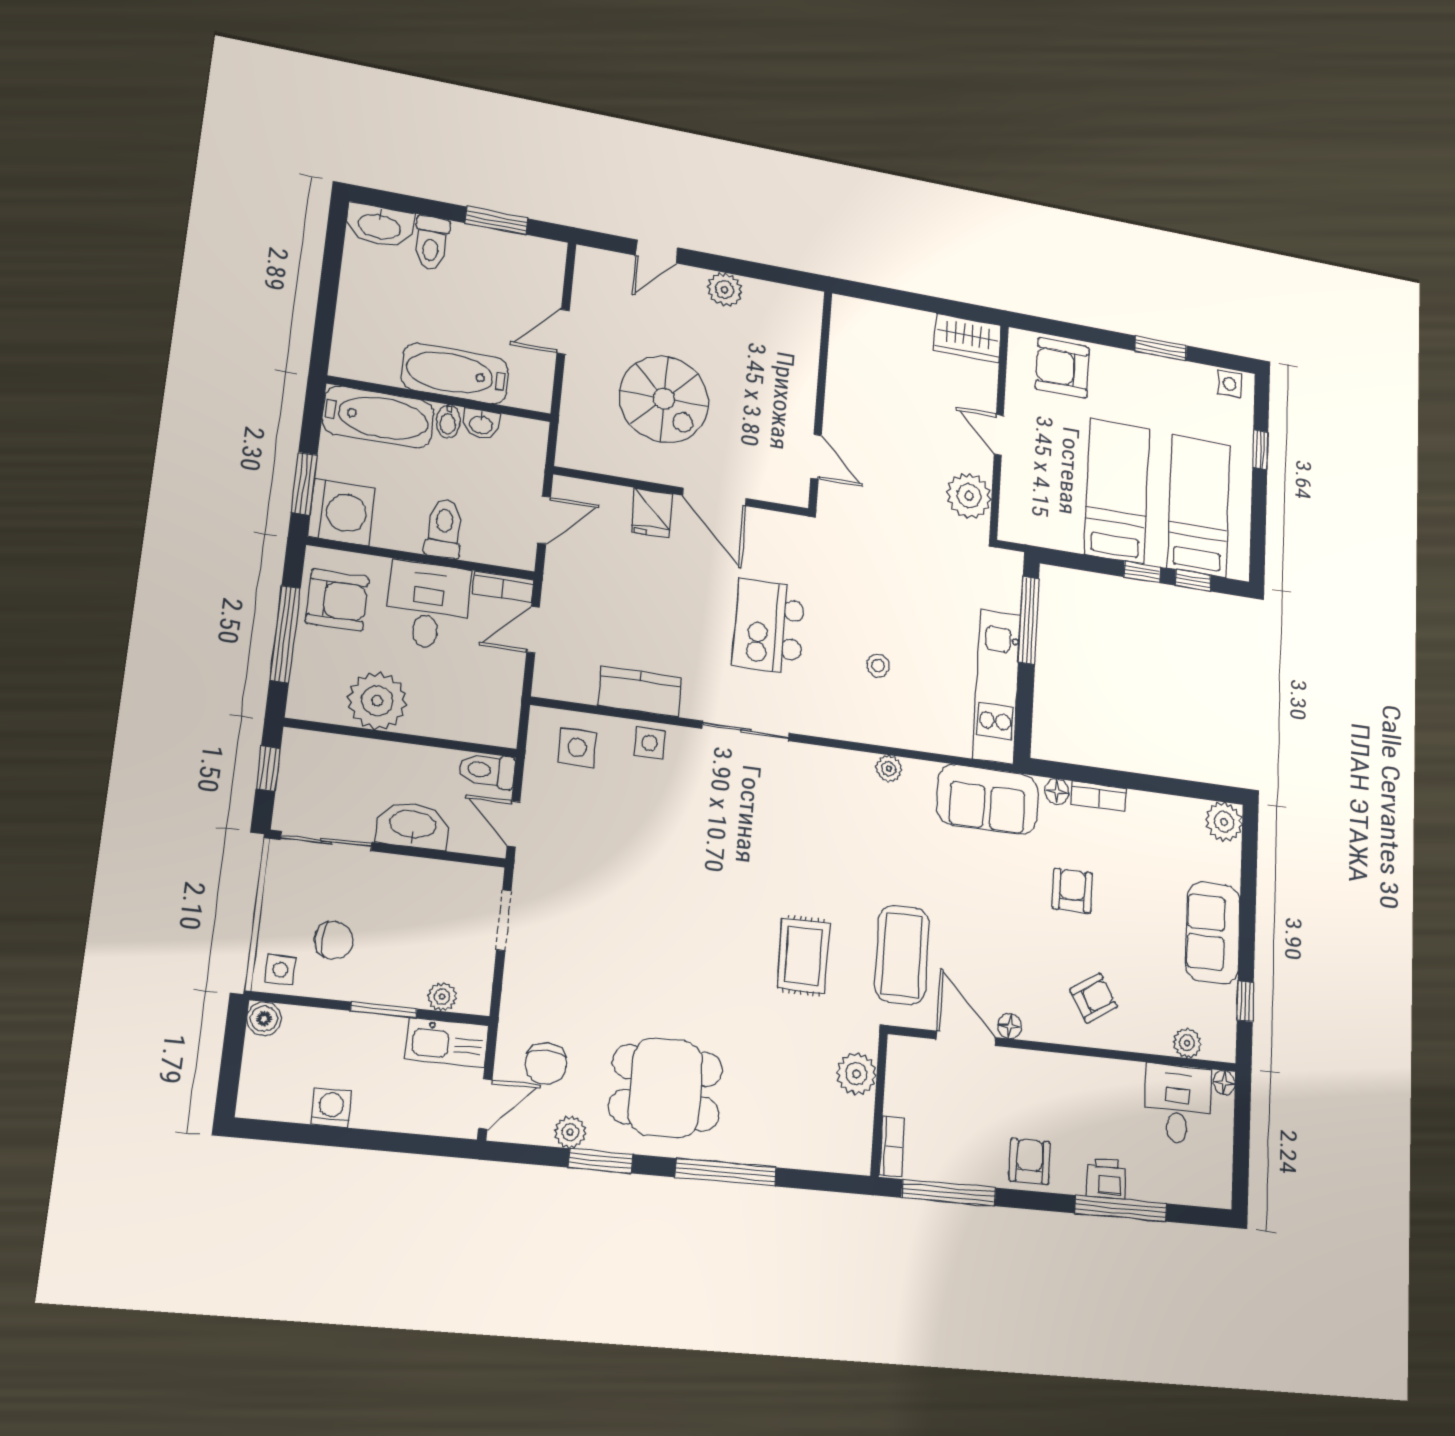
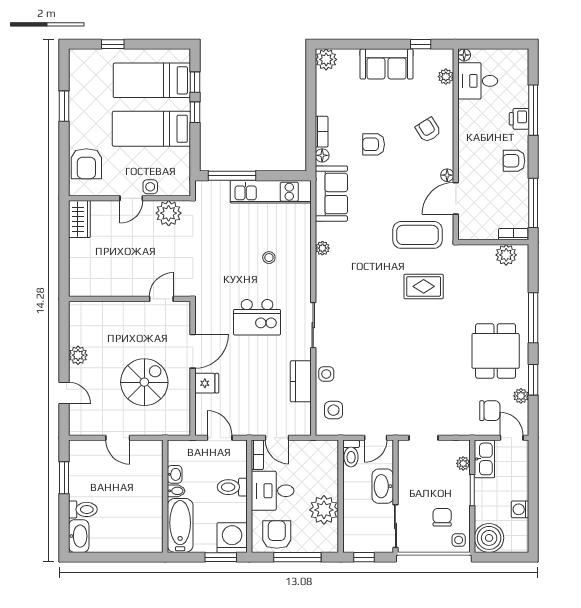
bathtub: (455, 373) -> (150, 490), removed
side table: (1229, 384) -> (150, 187), moved
boiler: (264, 1019) -> (489, 538), width x1.86, depth x1.86
plant: (856, 1074) -> (506, 255), moved

